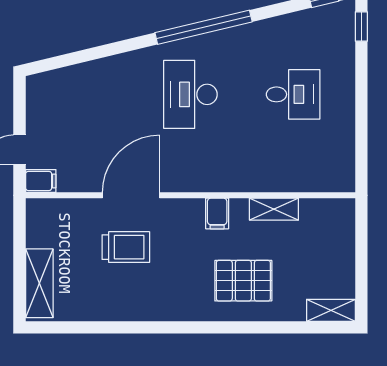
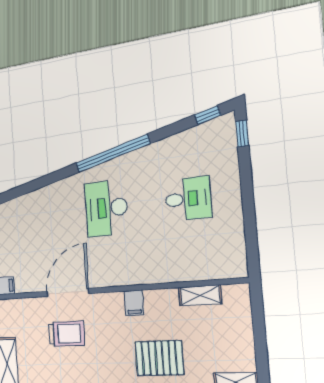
shelving: (274, 209) -> (200, 295), moved

